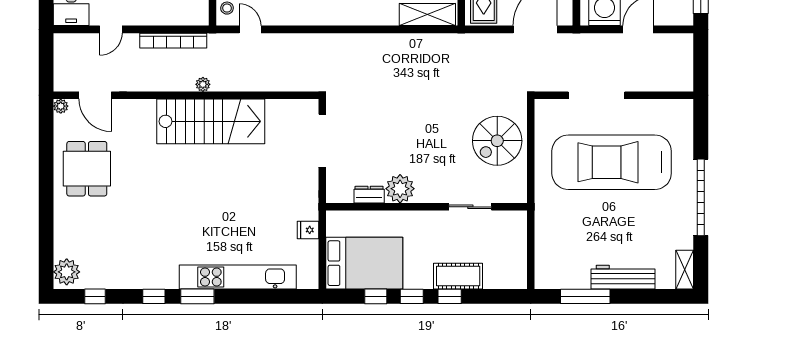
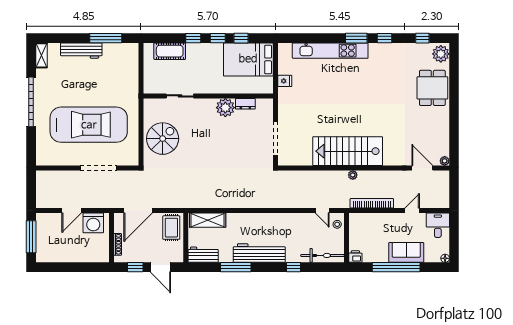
dining table: (87, 169) -> (432, 88), moved
cot: (458, 276) -> (170, 51), moved

